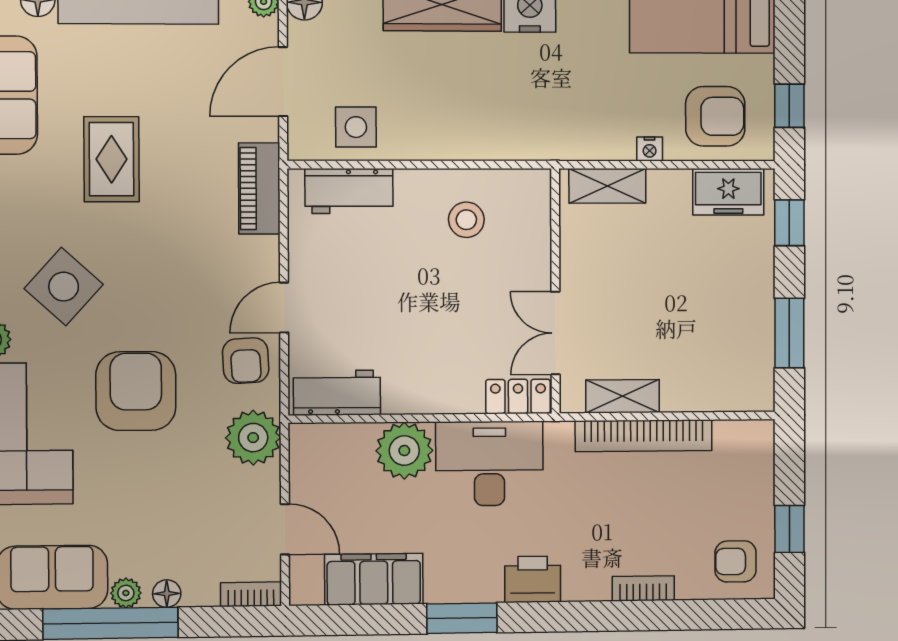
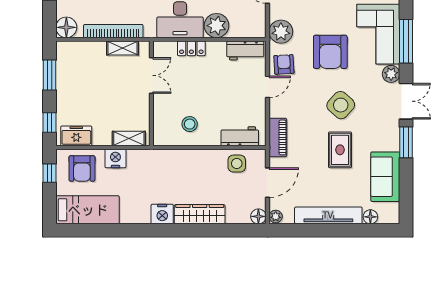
armchair: (715, 116) -> (82, 168), turned -90
nightstand: (650, 149) -> (115, 159), width x1.89, depth x1.79
side table: (64, 287) -> (341, 105), moved
locker: (518, 396) -> (191, 48), moved
floor lamp: (751, 443) -> (66, 27), added

